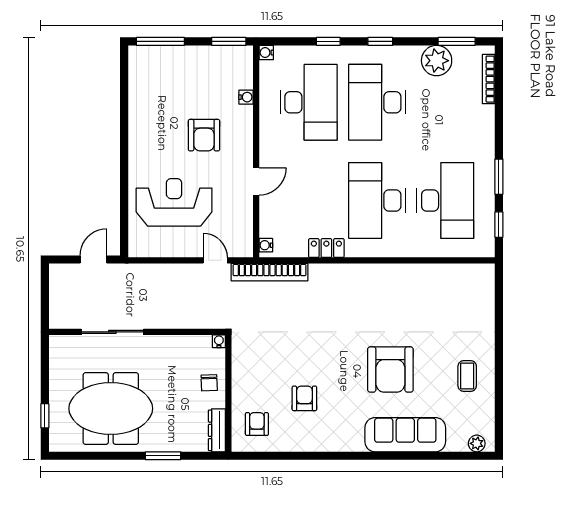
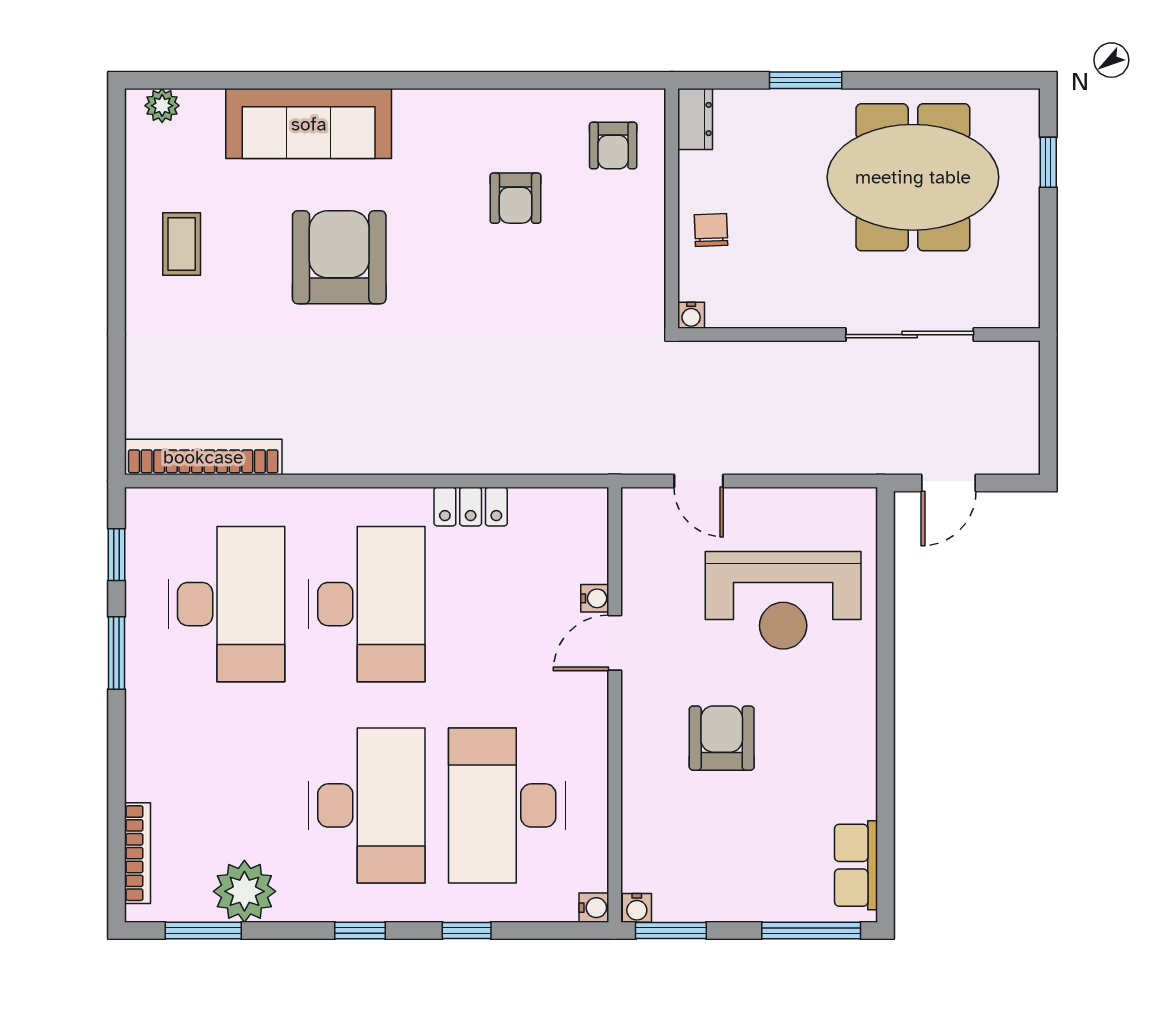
row of seats: (139, 73) -> (856, 865), added
water cooler: (246, 97) -> (637, 908), moved, turned -90
desk: (445, 200) -> (226, 604), turned 180
water cooler: (266, 245) -> (595, 598), moved
bookcase: (269, 272) -> (203, 457), moved
dresser: (217, 430) -> (695, 119), width x0.70

